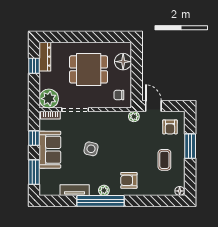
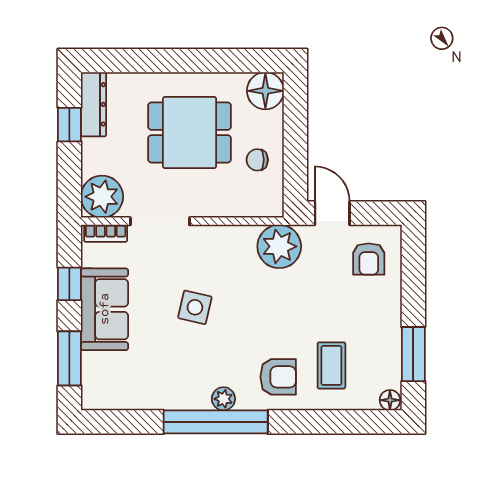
floor lamp: (123, 62) -> (265, 91), moved
chair: (119, 95) -> (257, 160), moved
plant: (134, 117) -> (279, 246), width x1.88, depth x1.88
window: (190, 146) -> (413, 354), moved
coffee table: (164, 160) -> (331, 365), moved
armchair: (129, 180) -> (278, 377), turned 180
tv unit: (75, 190) -> (159, 398), removed

